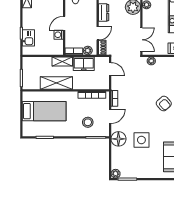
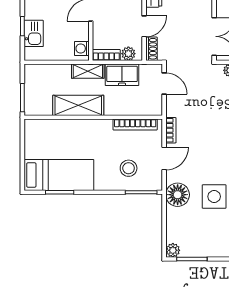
washing machine: (59, 35) -> (82, 48), moved
bed: (44, 111) -> (59, 175), moved

